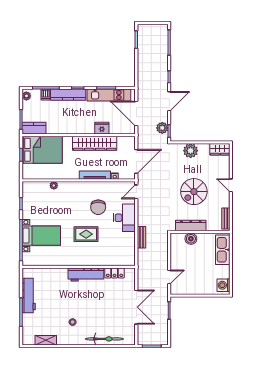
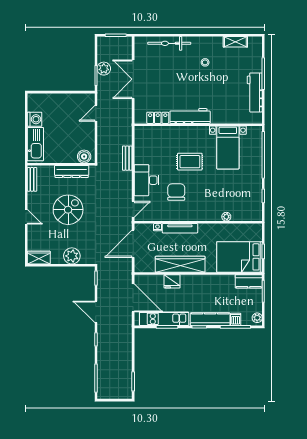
door: (169, 101) -> (96, 312), hinge flipped
plant: (162, 128) -> (104, 69), moved
bed with nightstands: (41, 236) -> (228, 147), moved, turned -90
boiler: (191, 239) -> (84, 156), moved
washing machine: (224, 285) -> (35, 119), moved

